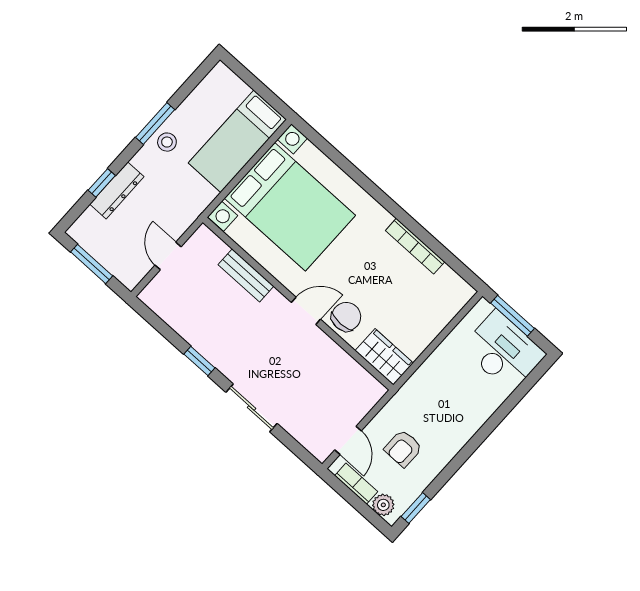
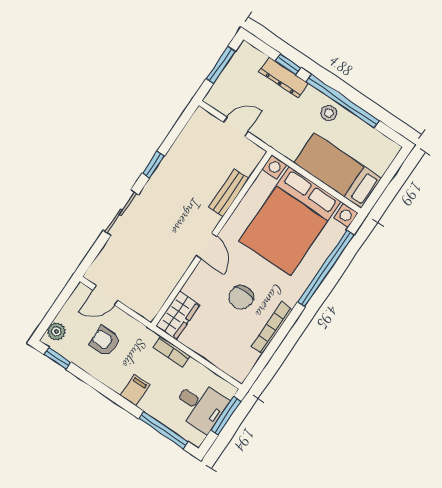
window: (155, 124) -> (343, 101), width x2.11
window: (353, 172) -> (326, 268), added
chair: (346, 317) -> (241, 297), moved, turned 90
desk: (503, 351) -> (200, 406), width x0.73
window: (519, 393) -> (164, 430), added
filing cabinet: (467, 421) -> (135, 390), added
bookcase: (356, 484) -> (171, 352), moved, turned 90

